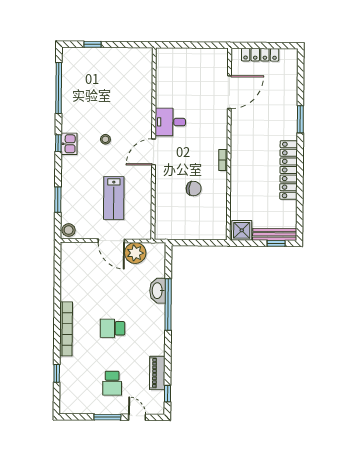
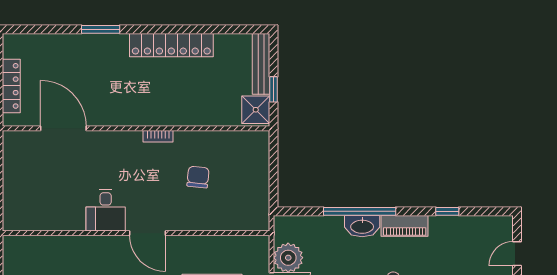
window: (276, 243) -> (273, 89), moved
washbasin: (158, 291) -> (362, 226), moved
piano: (157, 373) -> (405, 226), moved
window: (167, 394) -> (447, 211), moved

